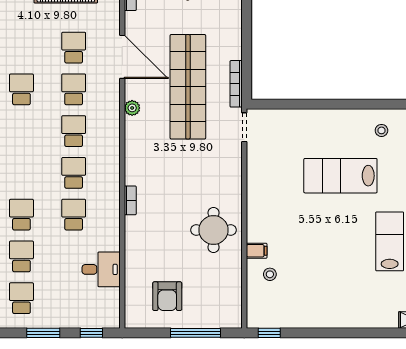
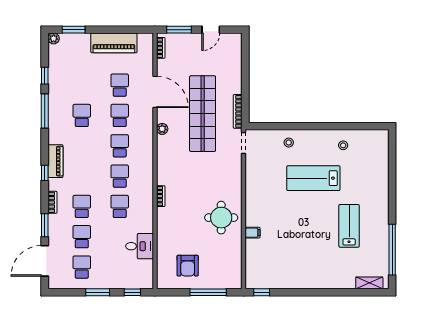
stool: (270, 274) -> (289, 143), moved

